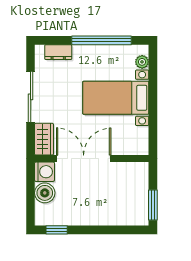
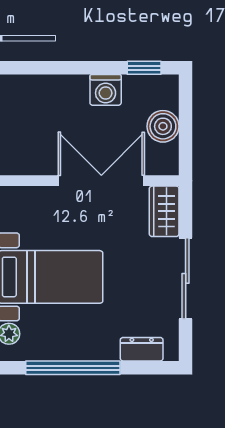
double door: (84, 159) -> (101, 181), swing flipped
washing machine: (44, 172) -> (106, 90), moved, turned -90

